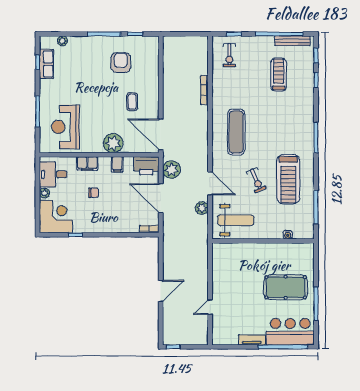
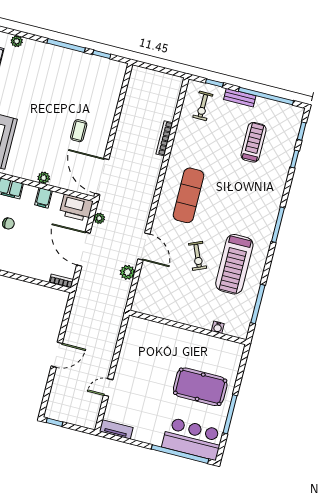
bench: (292, 41) -> (240, 98), moved, width x0.73
armchair: (121, 63) -> (77, 83), removed
plant: (113, 143) -> (44, 178), width x0.53, depth x0.53
plant: (171, 170) -> (99, 218), width x0.53, depth x0.53
weight bench: (236, 220) -> (163, 296), removed
tv unit: (252, 340) -> (116, 429), moved

